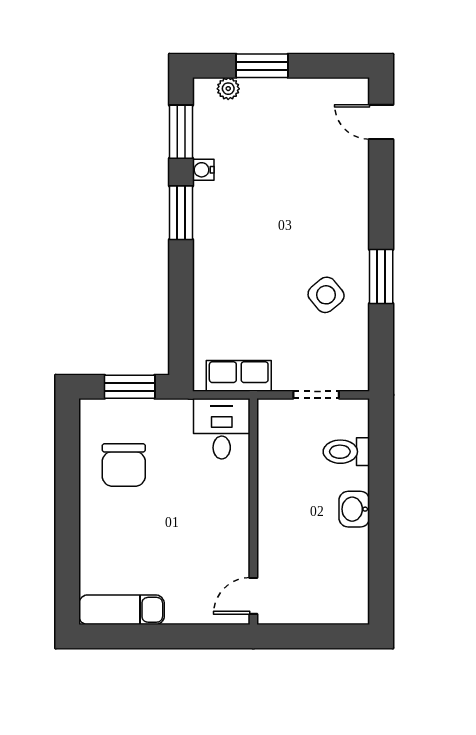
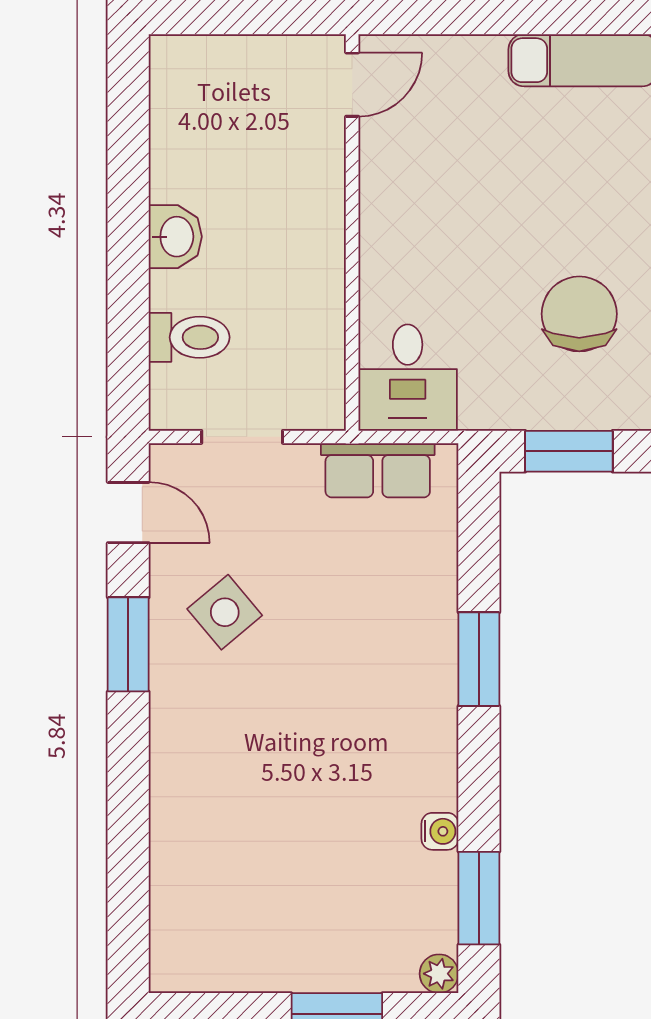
plant: (228, 89) -> (439, 974), moved
door: (381, 122) -> (128, 513), moved
window: (181, 213) -> (479, 659), moved

